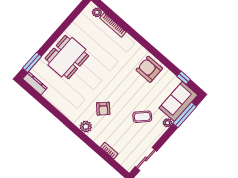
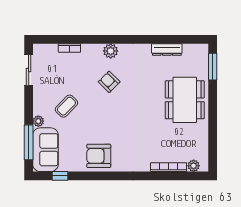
armchair: (149, 69) -> (99, 156), turned 180
dresser: (35, 83) -> (167, 50), moved

